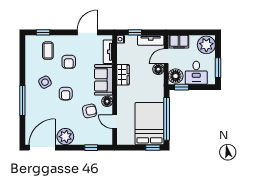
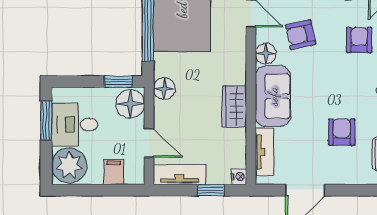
filing cabinet: (179, 42) -> (114, 172), width x0.50
door: (166, 56) -> (149, 143), hinge flipped
floor lamp: (158, 69) -> (164, 89), moved
desk: (196, 73) -> (75, 125), moved, turned -90
armchair: (66, 94) -> (359, 40), moved

